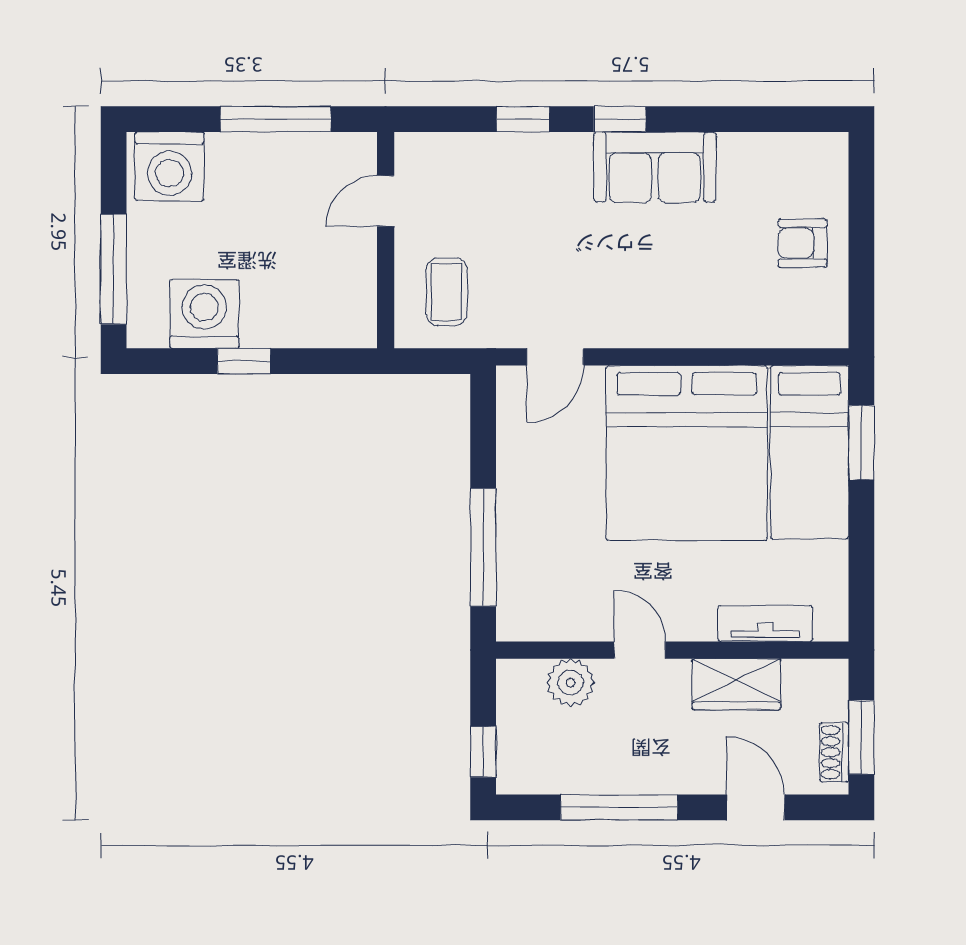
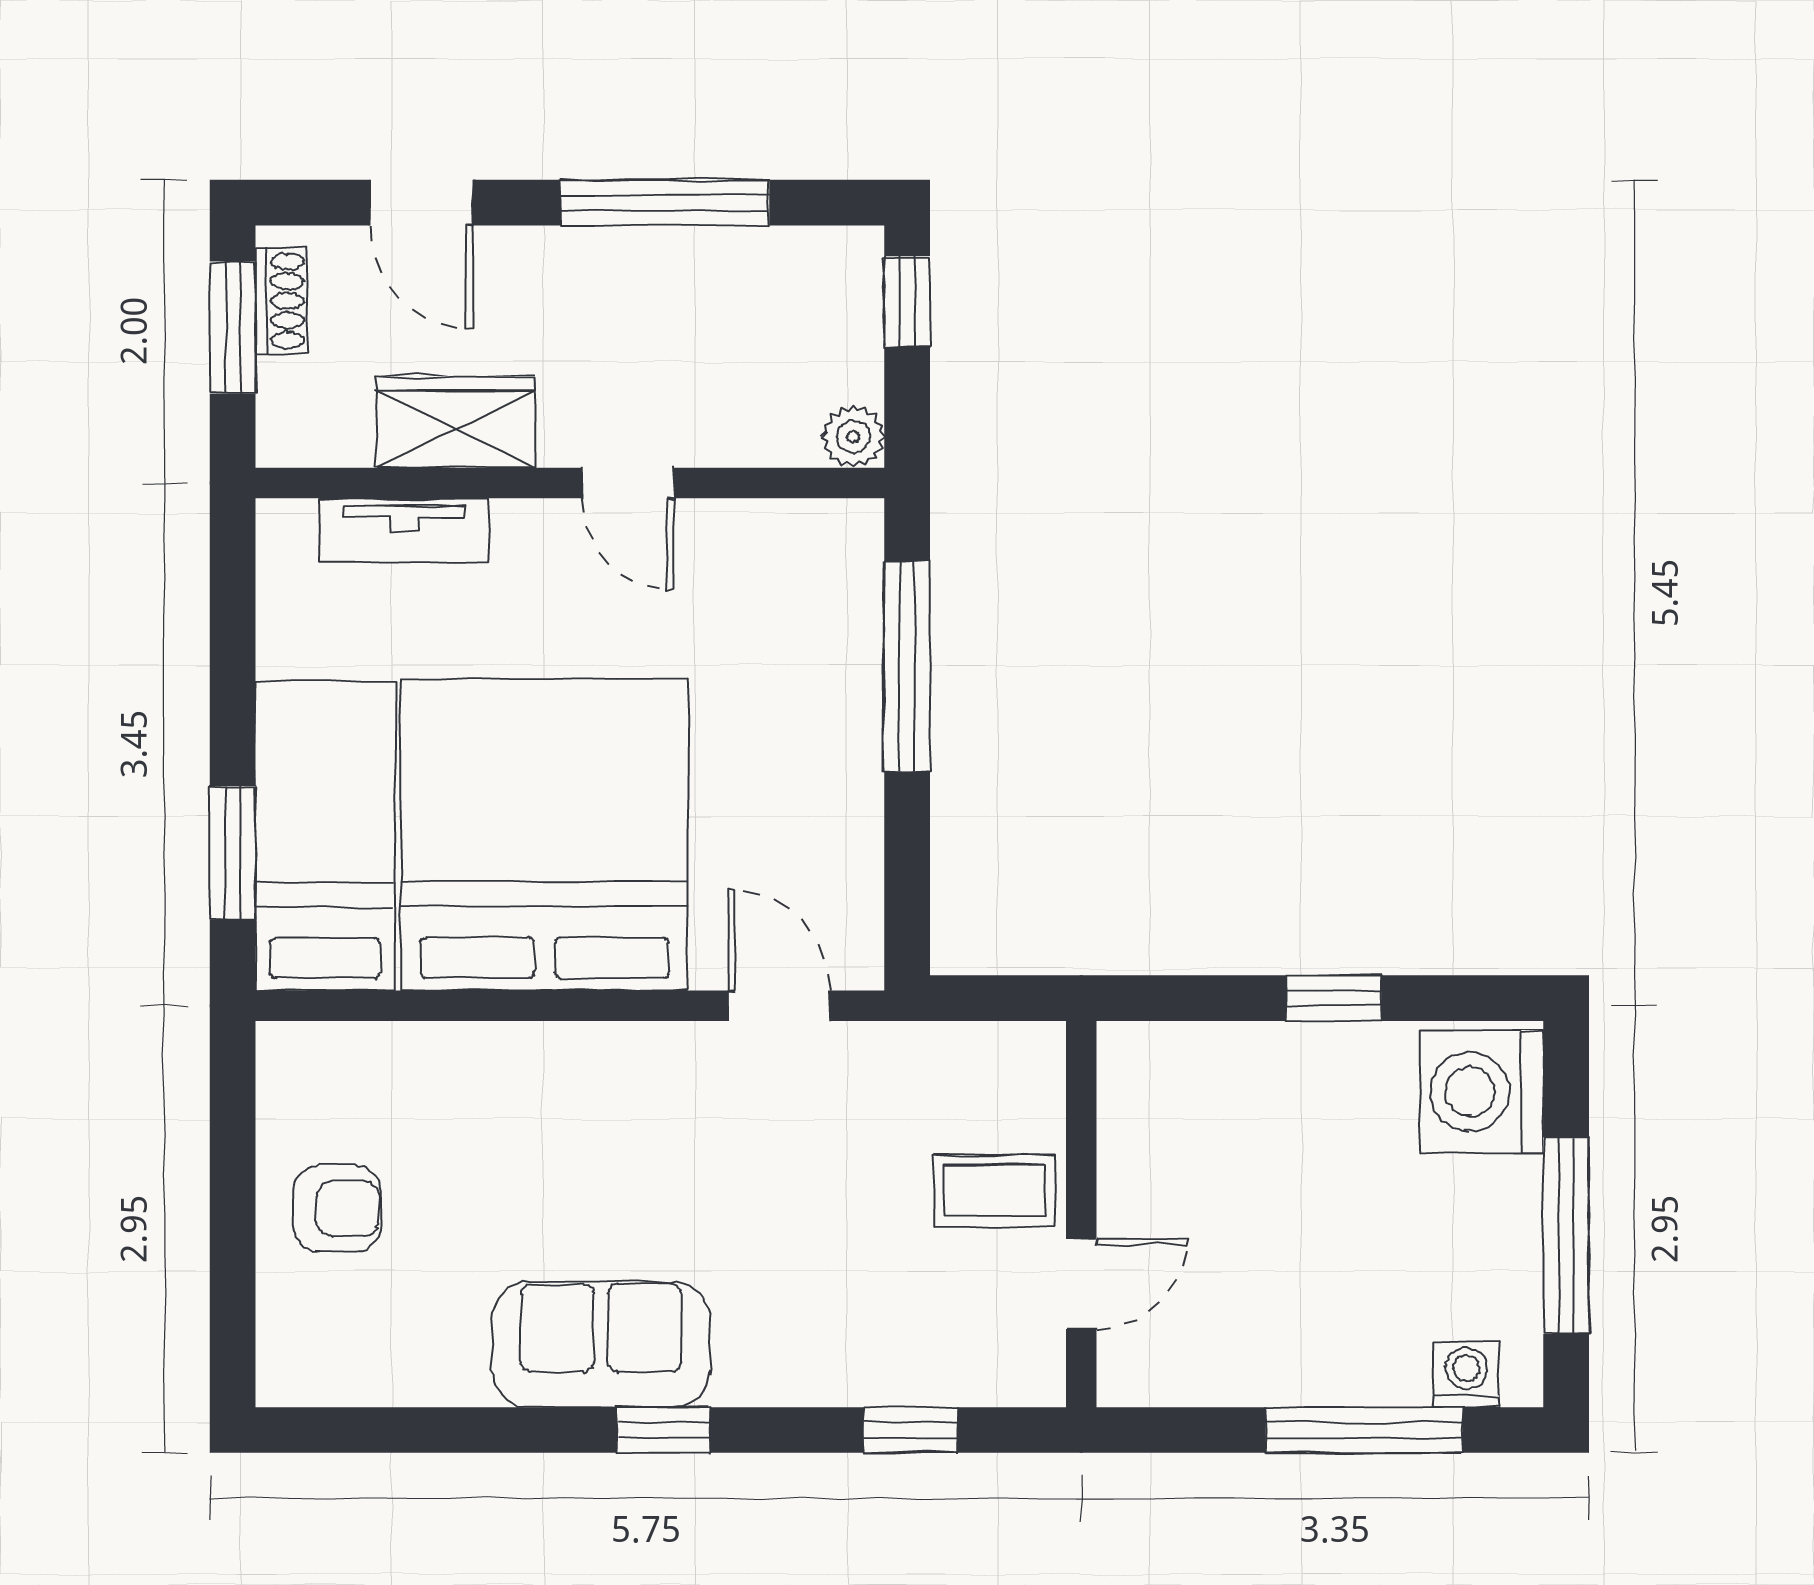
window: (276, 119) -> (1364, 1430), moved
window: (523, 119) -> (911, 1430), moved
washing machine: (170, 166) -> (1466, 1375), width x0.53, depth x0.53
window: (114, 269) -> (1566, 1235), moved
coffee table: (447, 292) -> (994, 1190), moved, turned 90
washing machine: (204, 314) -> (1482, 1092), moved, turned 90
door: (555, 357) -> (779, 1006), hinge flipped
plant: (571, 683) -> (853, 437), moved, width x0.73, depth x0.73

